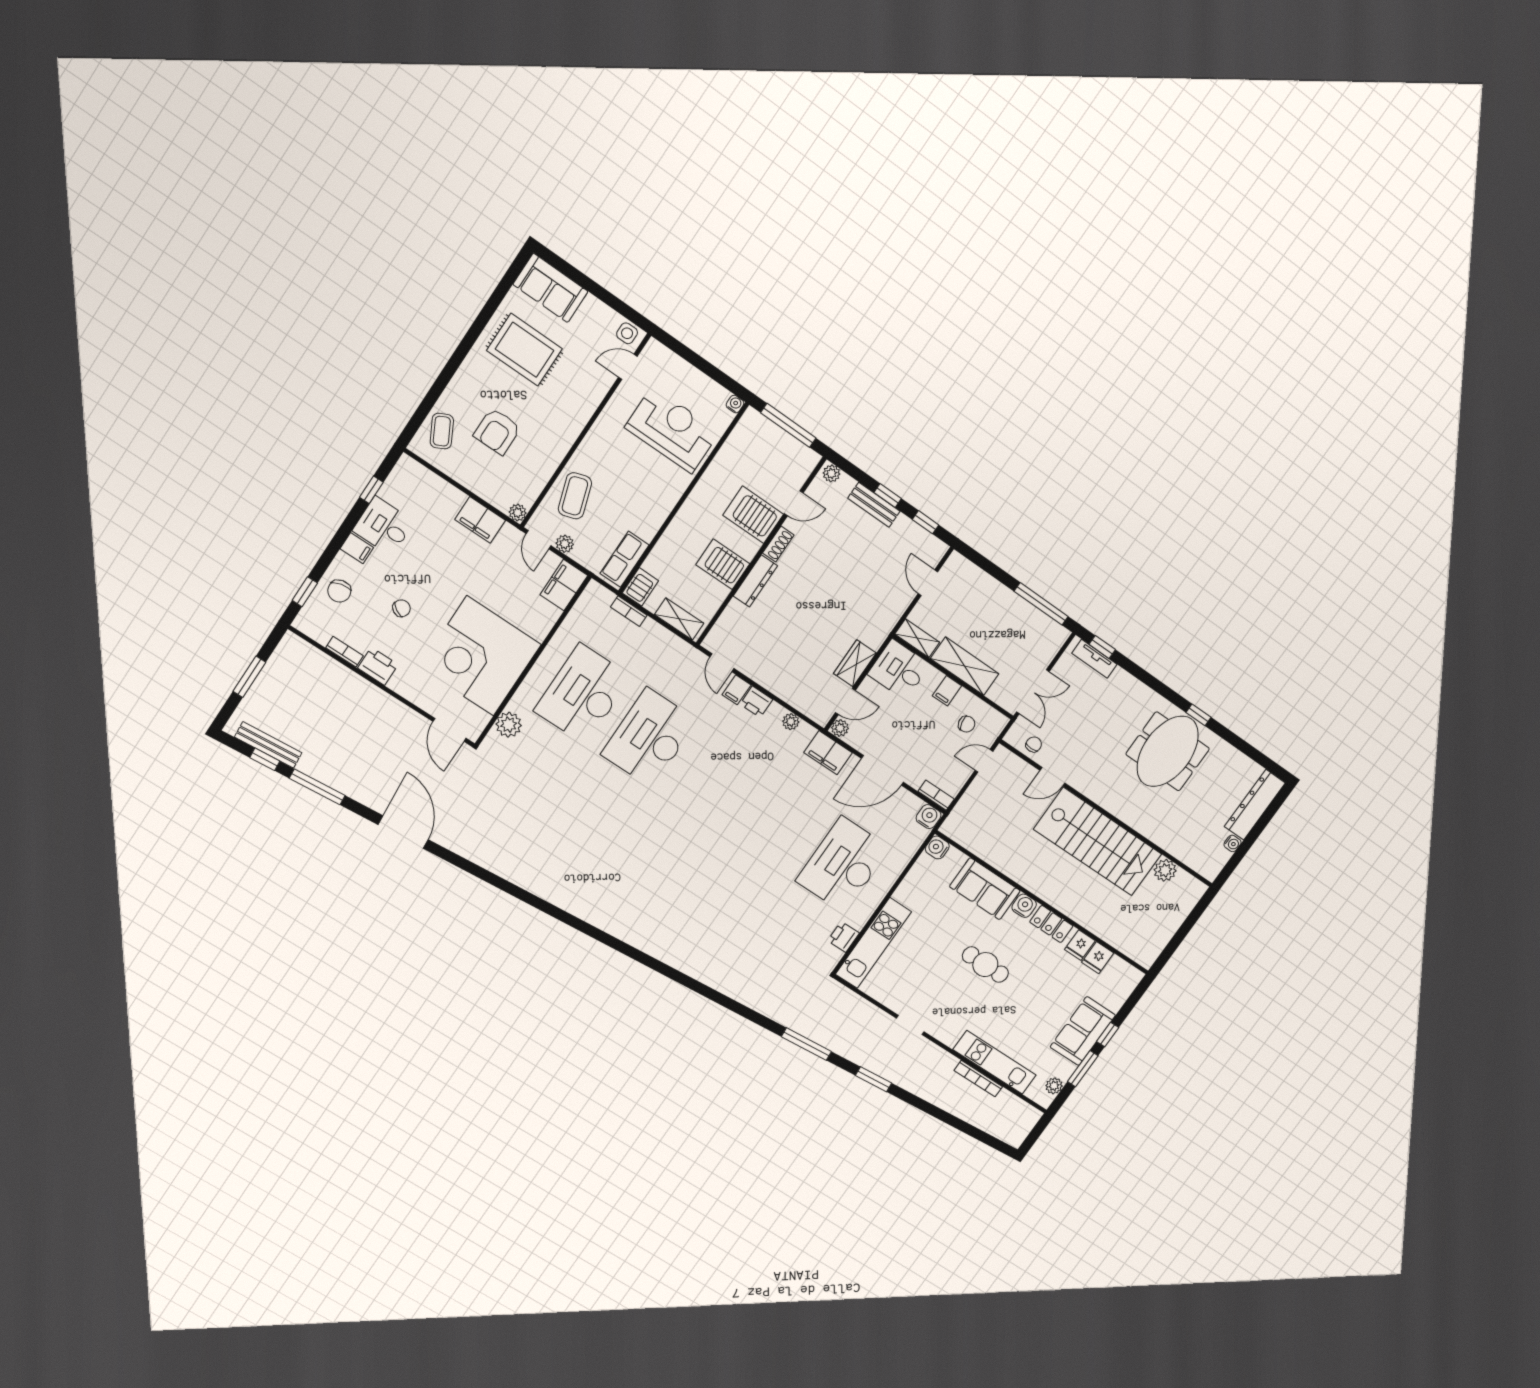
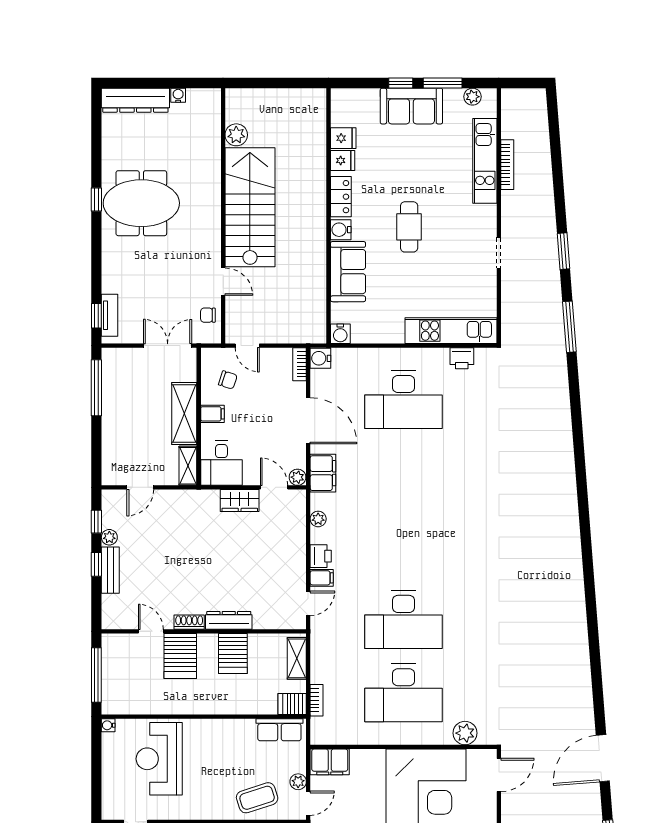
plant: (831, 473) -> (109, 537), moved
chair: (967, 724) -> (228, 380), turned 120

